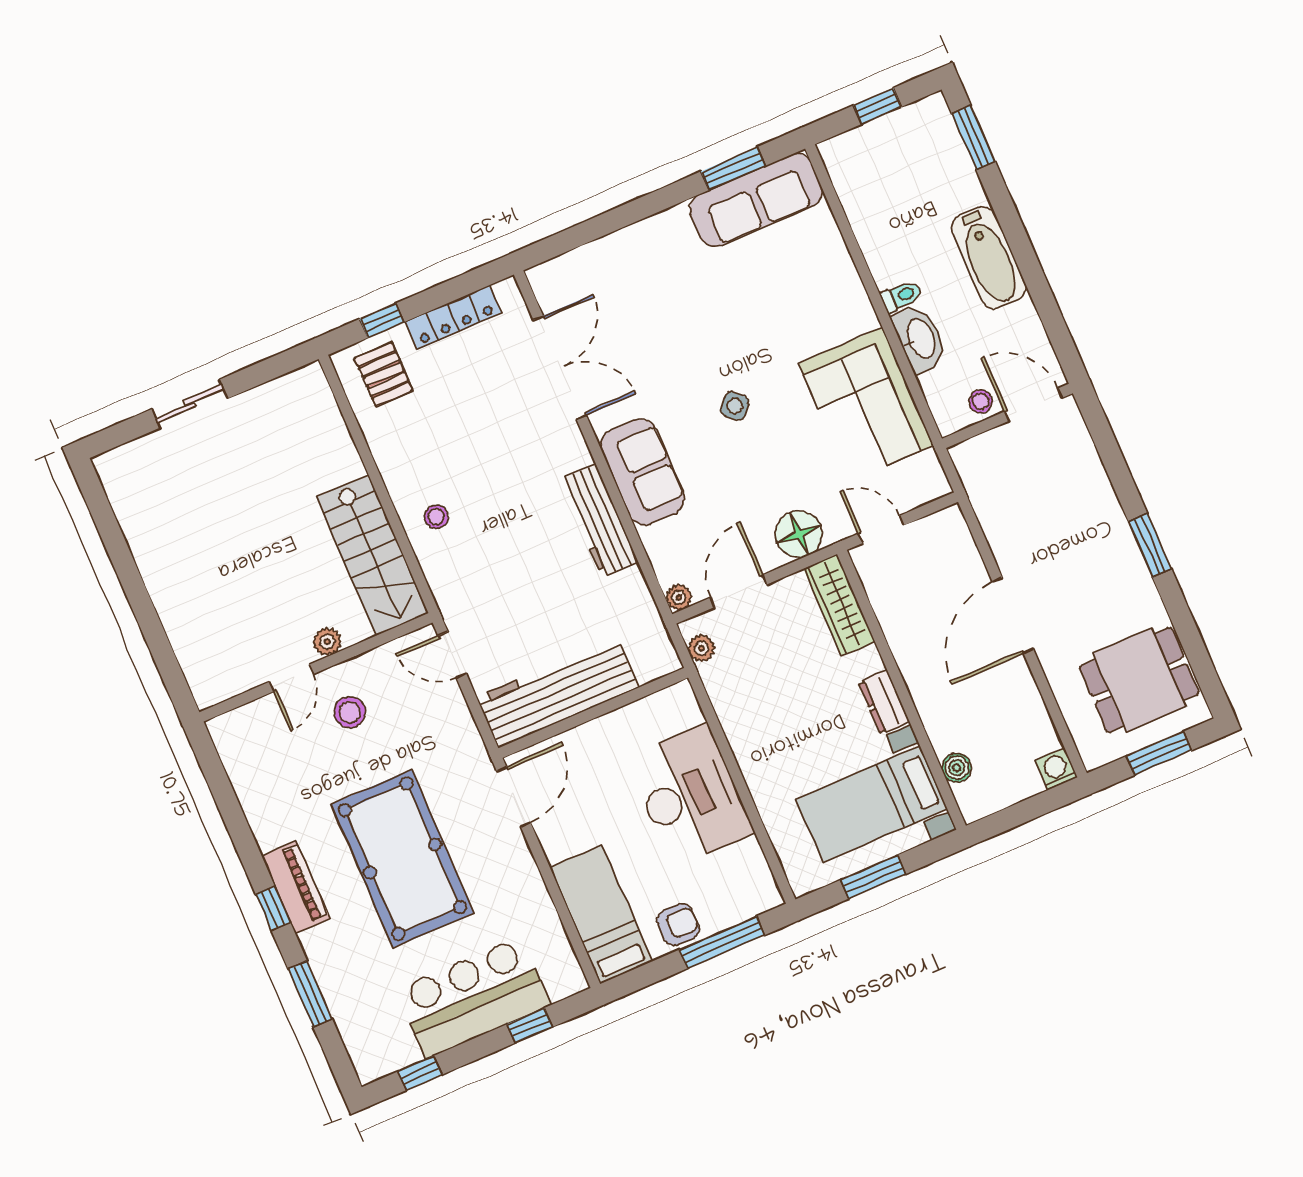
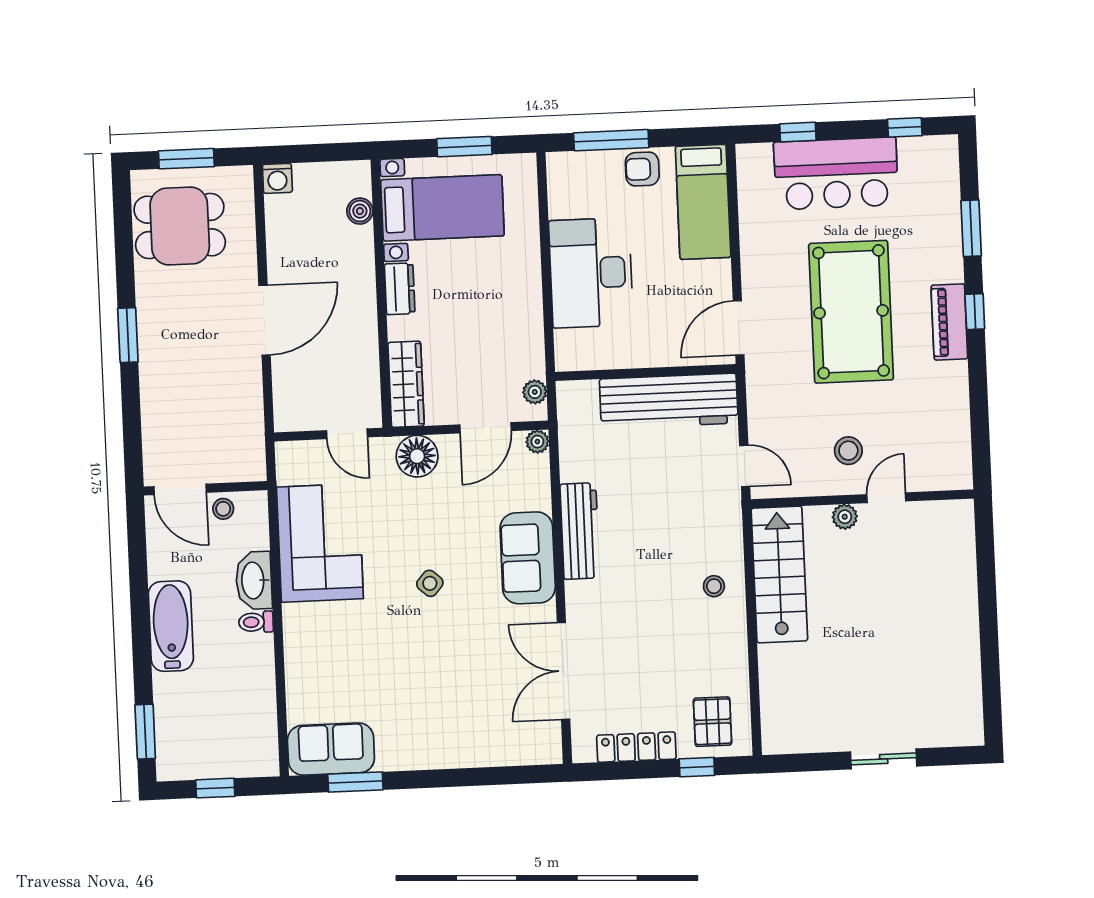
sofa: (756, 200) -> (331, 749), width x0.73

